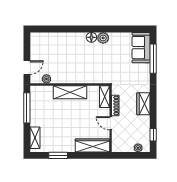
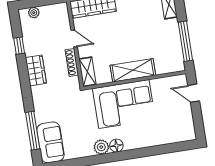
door: (27, 68) -> (194, 93), hinge flipped
corner sofa: (81, 68) -> (124, 104), added
plant: (46, 79) -> (166, 83), removed
window: (153, 135) -> (19, 46), moved

